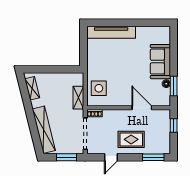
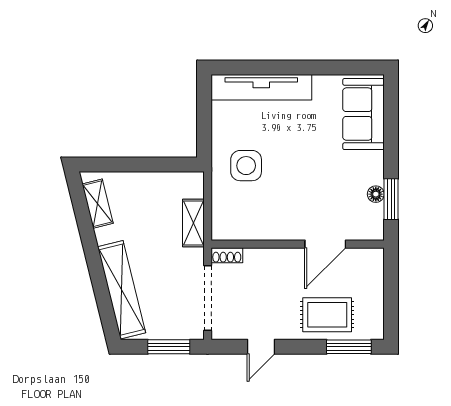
sofa: (160, 62) -> (363, 114), moved
side table: (99, 88) -> (246, 166), moved
door: (142, 108) -> (325, 244), swing flipped
window: (174, 126) -> (391, 281), removed
rug: (131, 139) -> (327, 315), moved

